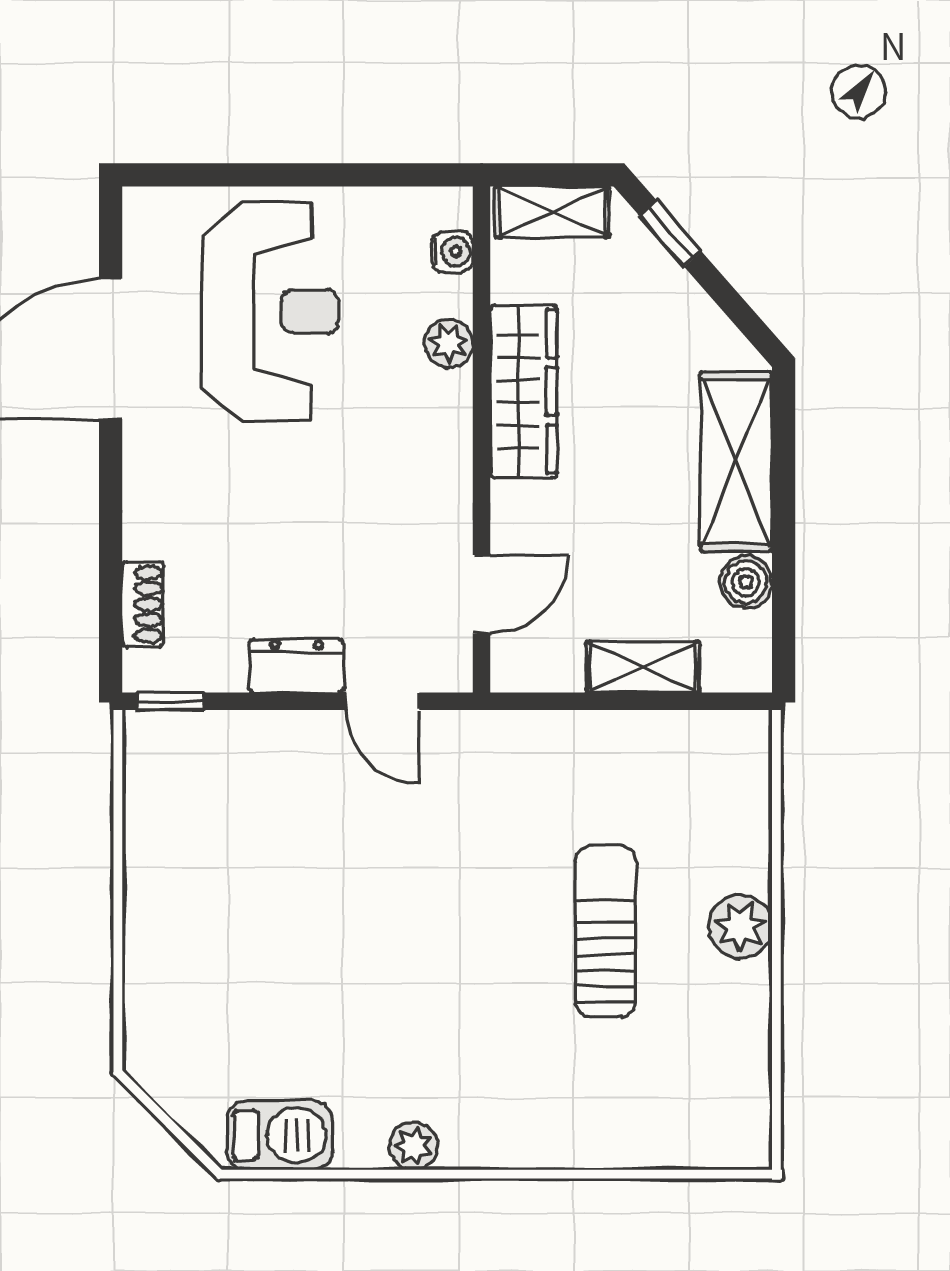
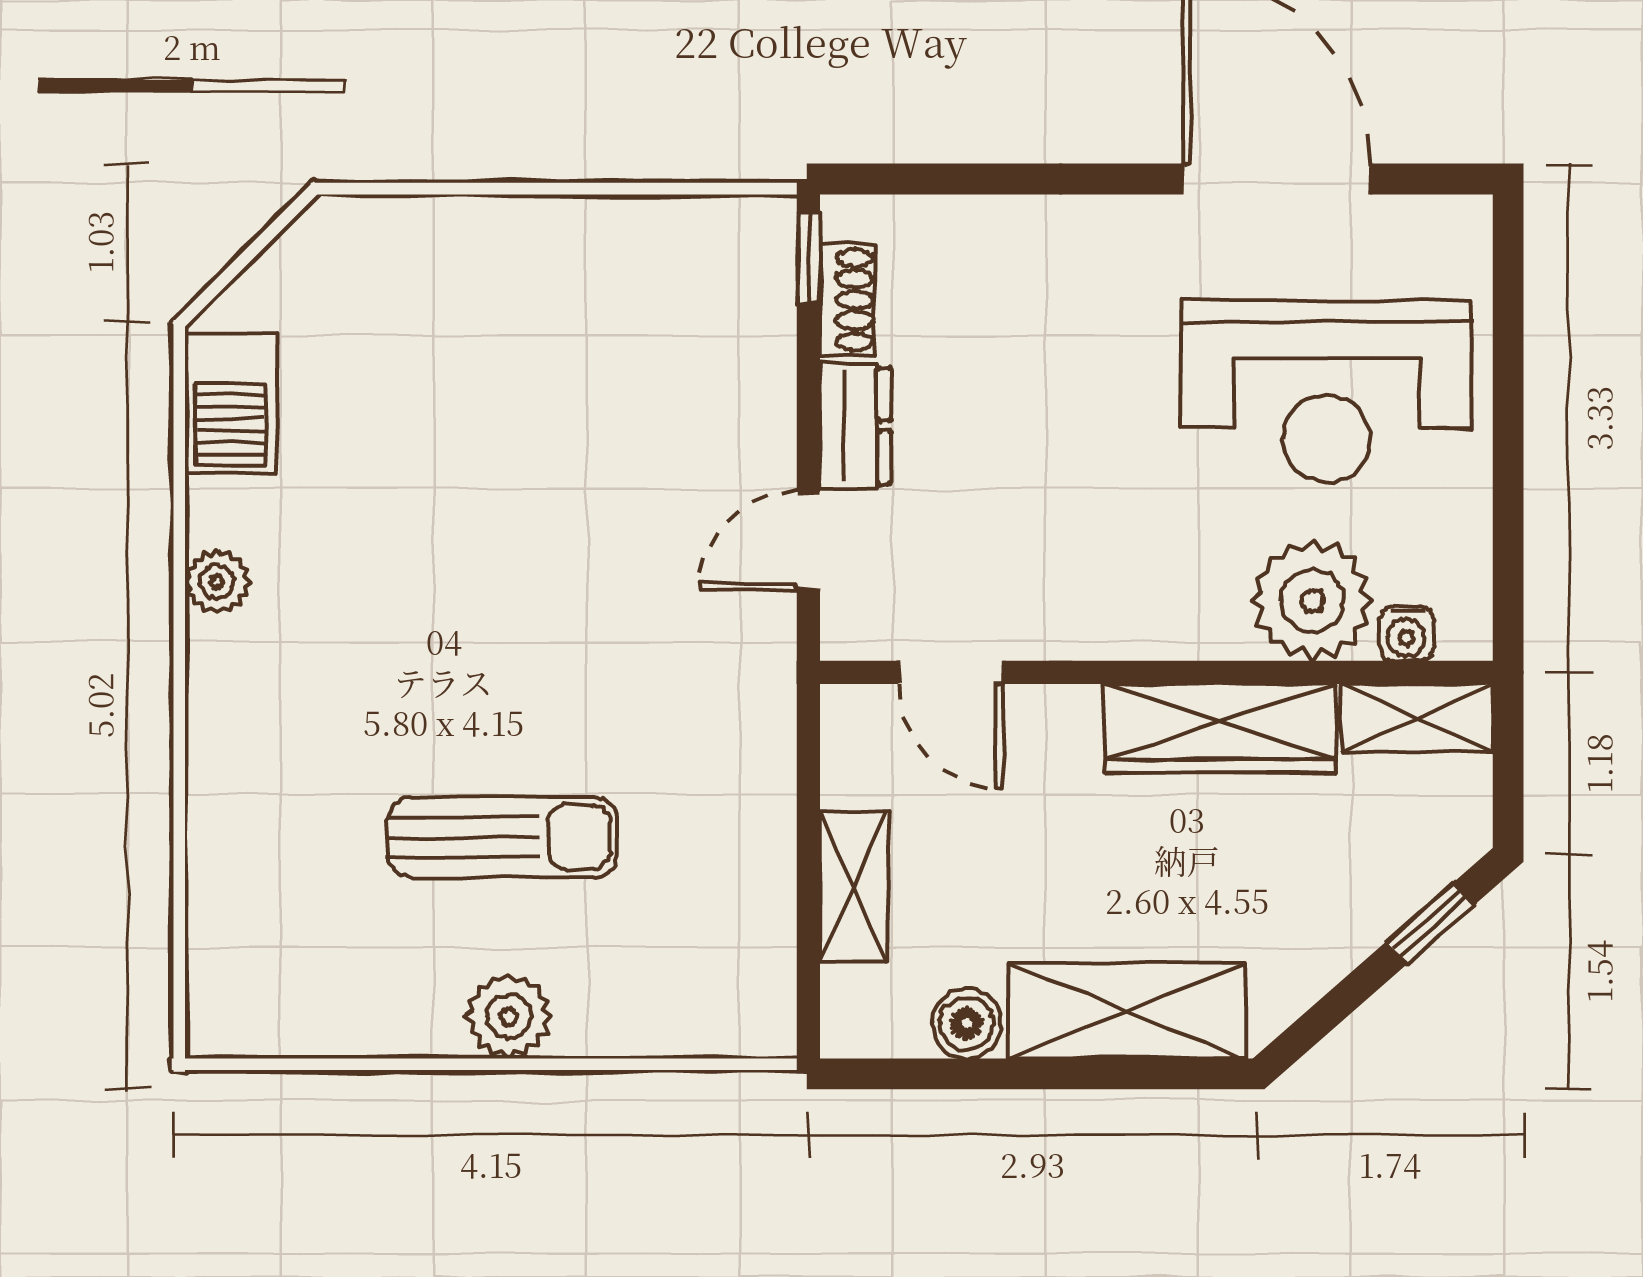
shelving: (552, 212) -> (1417, 718), moved, turned 90
plant: (449, 343) -> (1312, 601), width x1.87, depth x1.87
shoe rack: (143, 604) -> (847, 300), moved, turned -90

